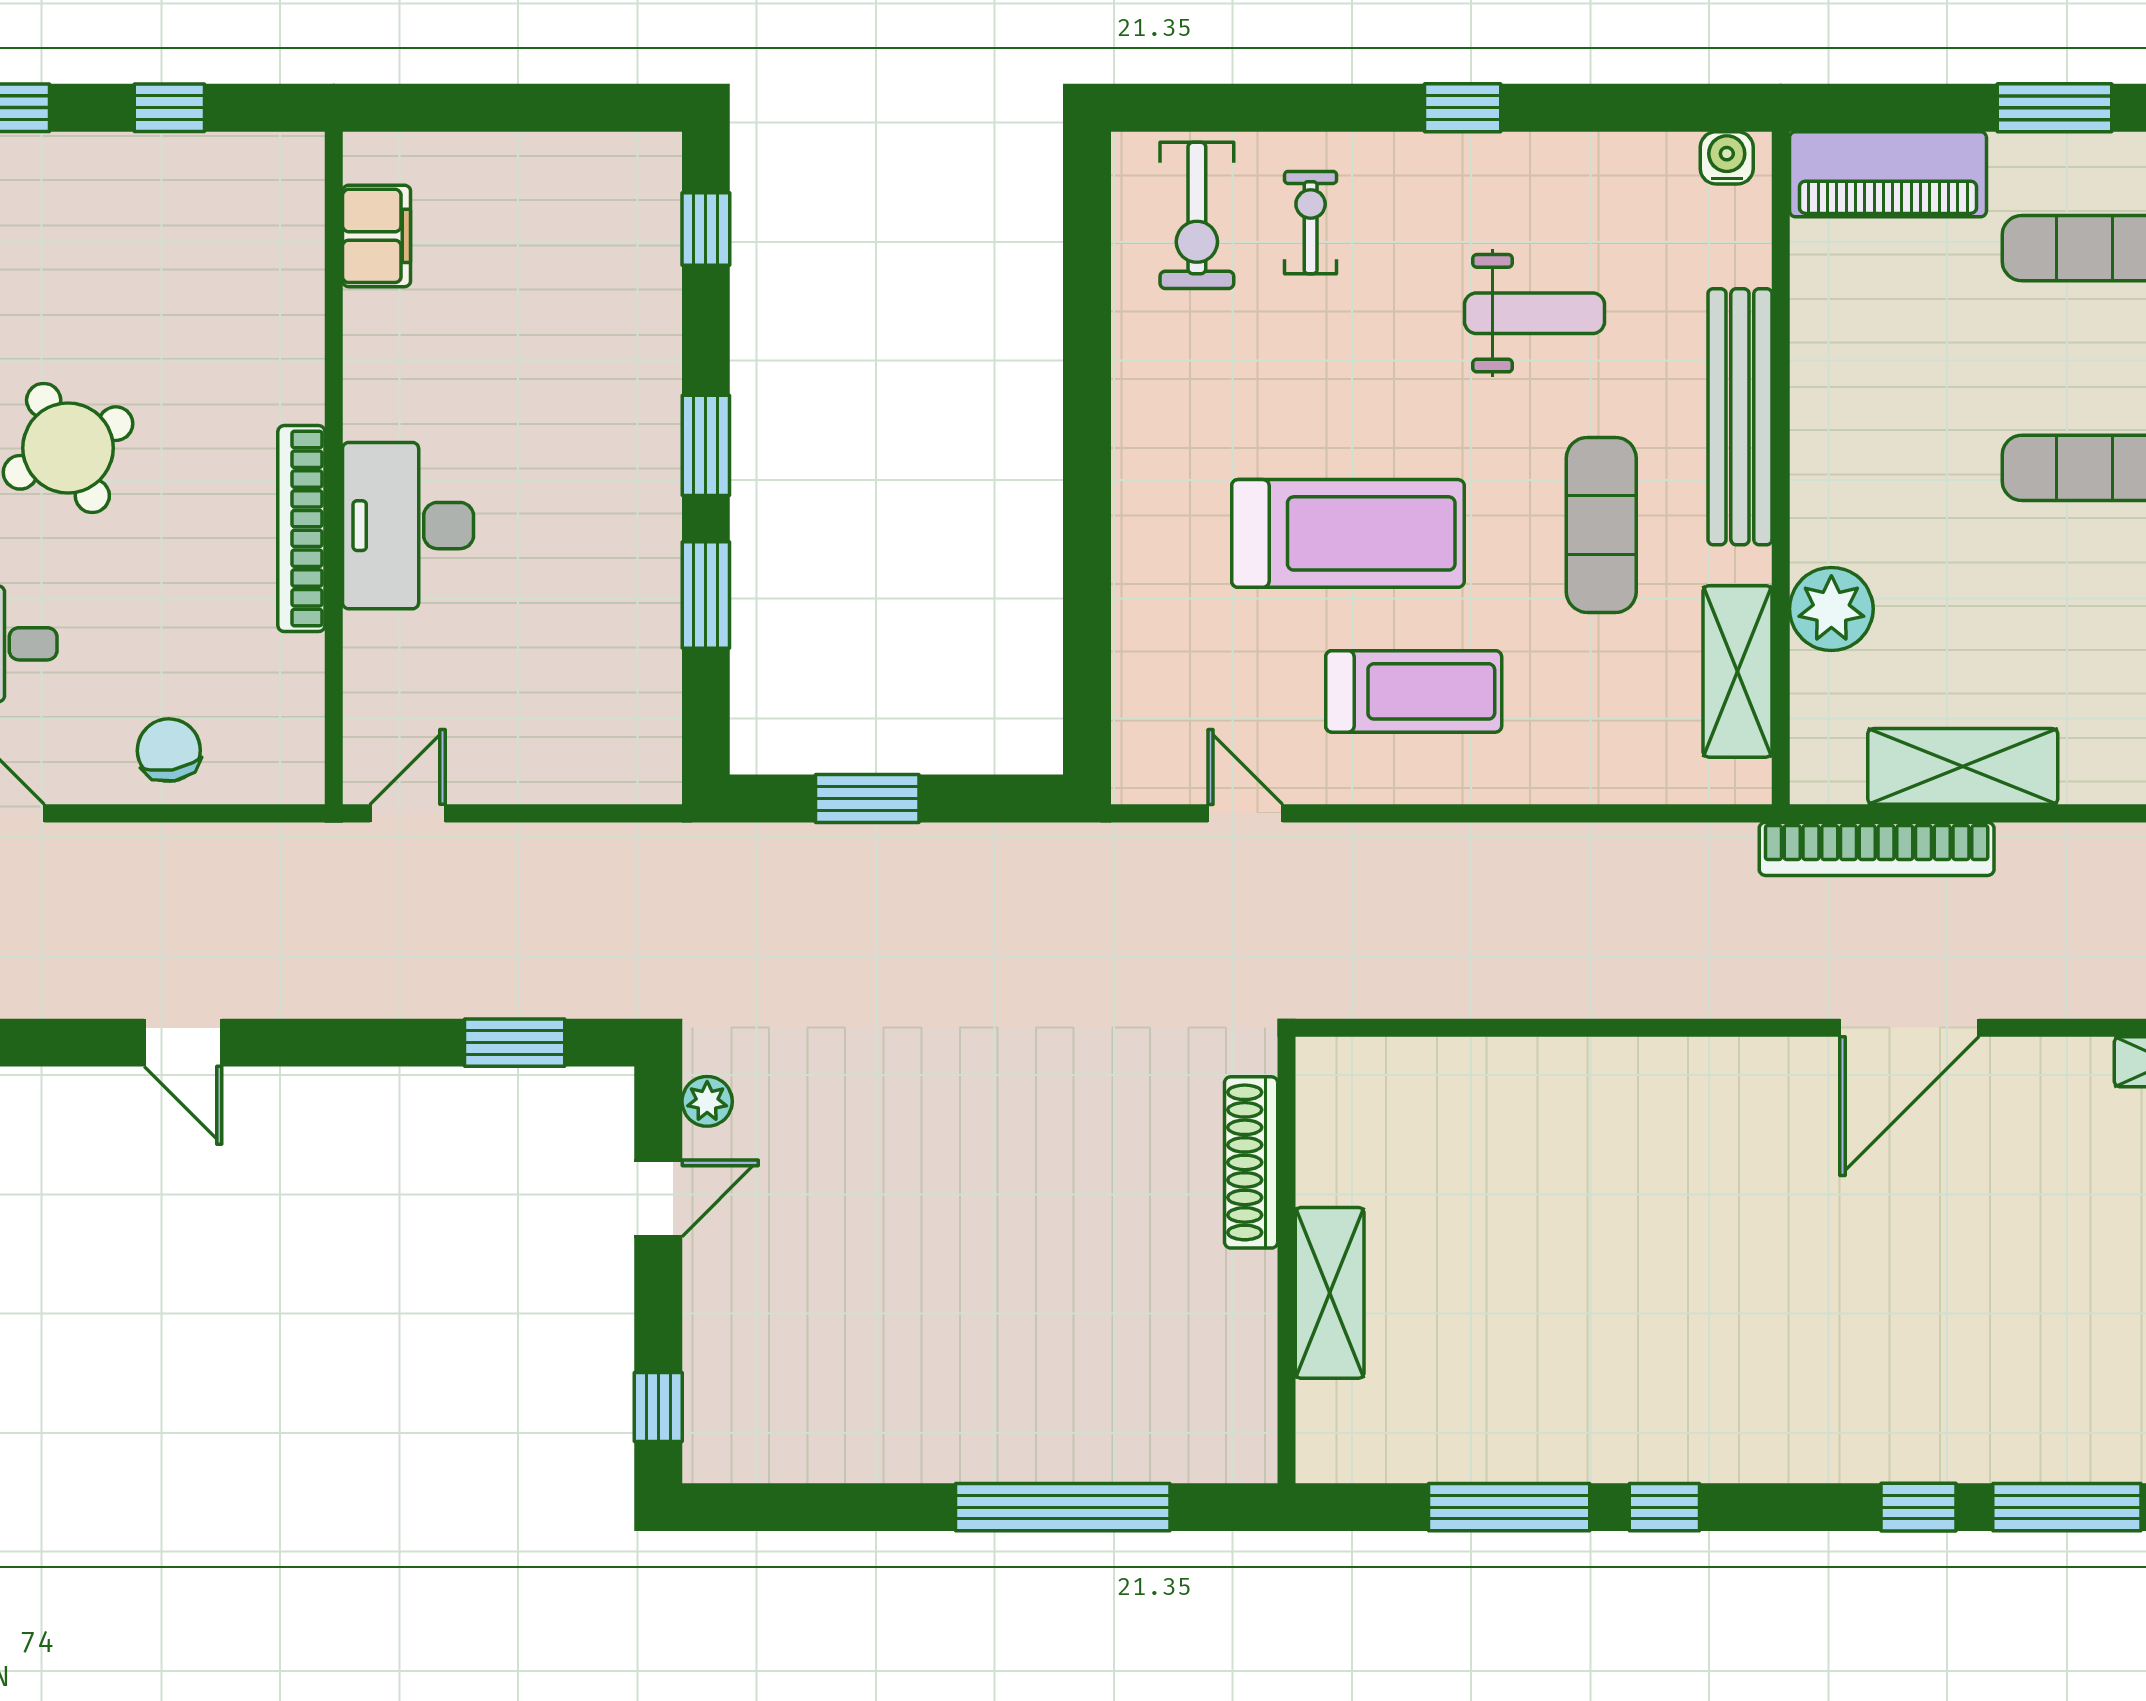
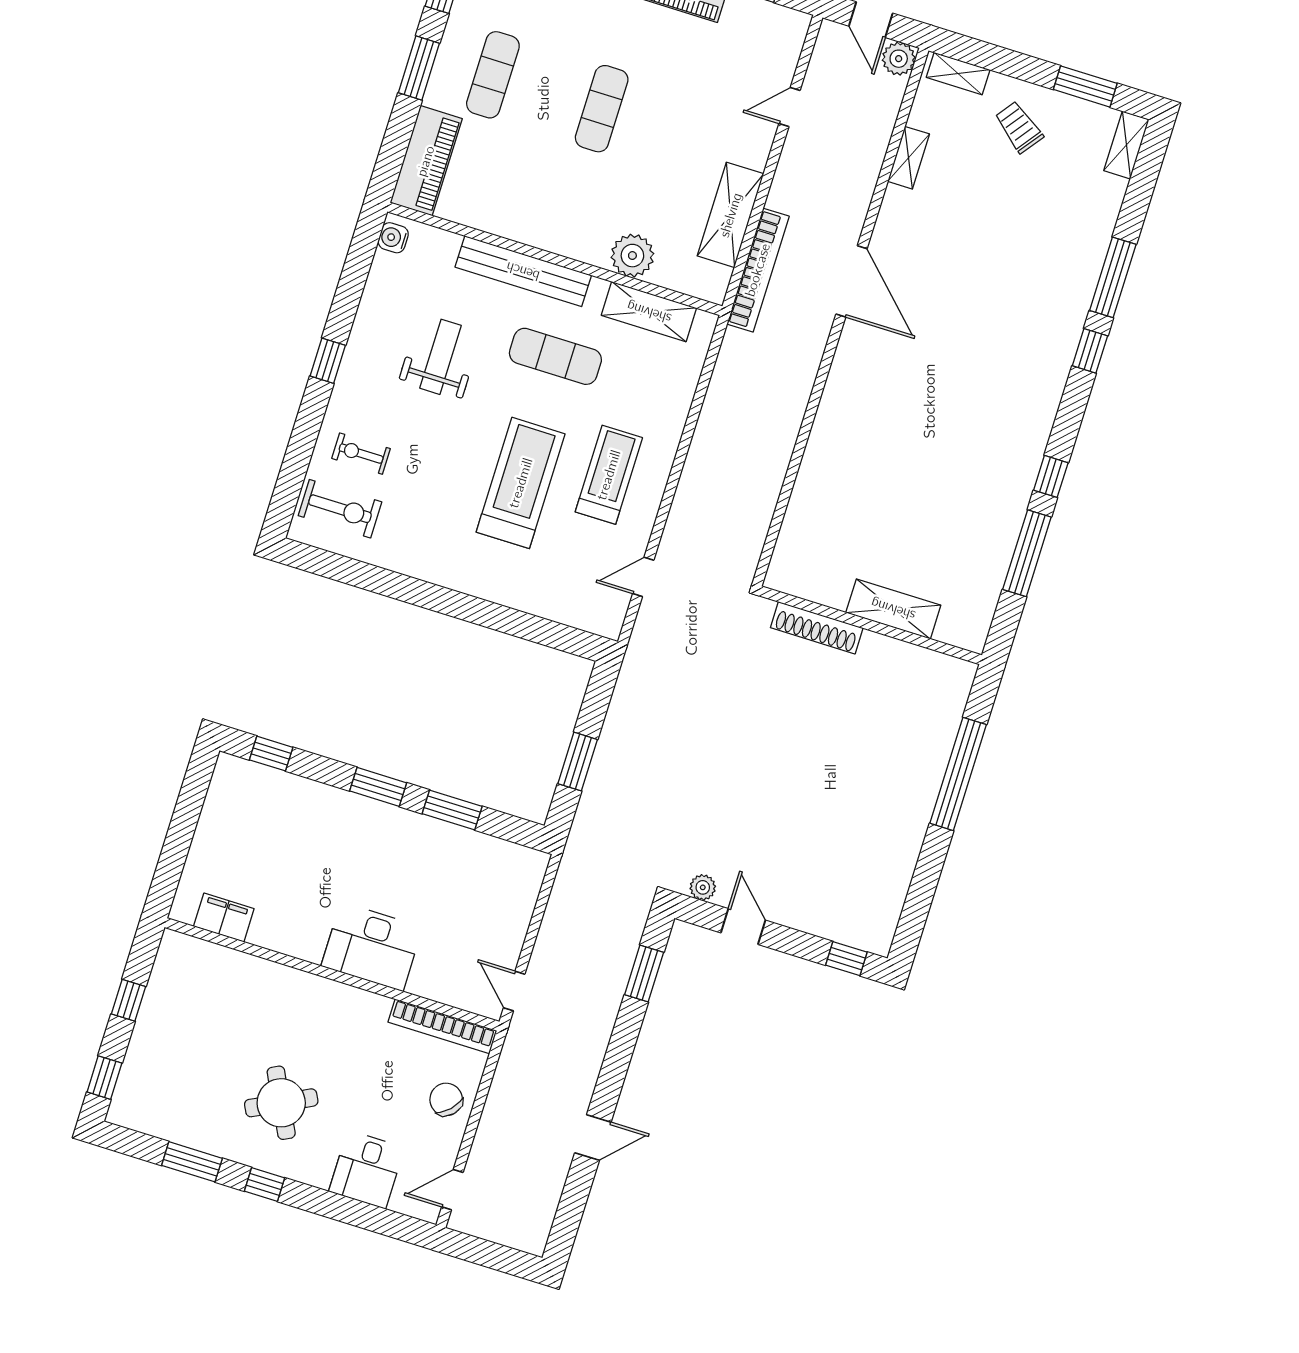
bookcase: (301, 529) -> (442, 1026), moved
chair: (169, 750) -> (446, 1099), turned 54

